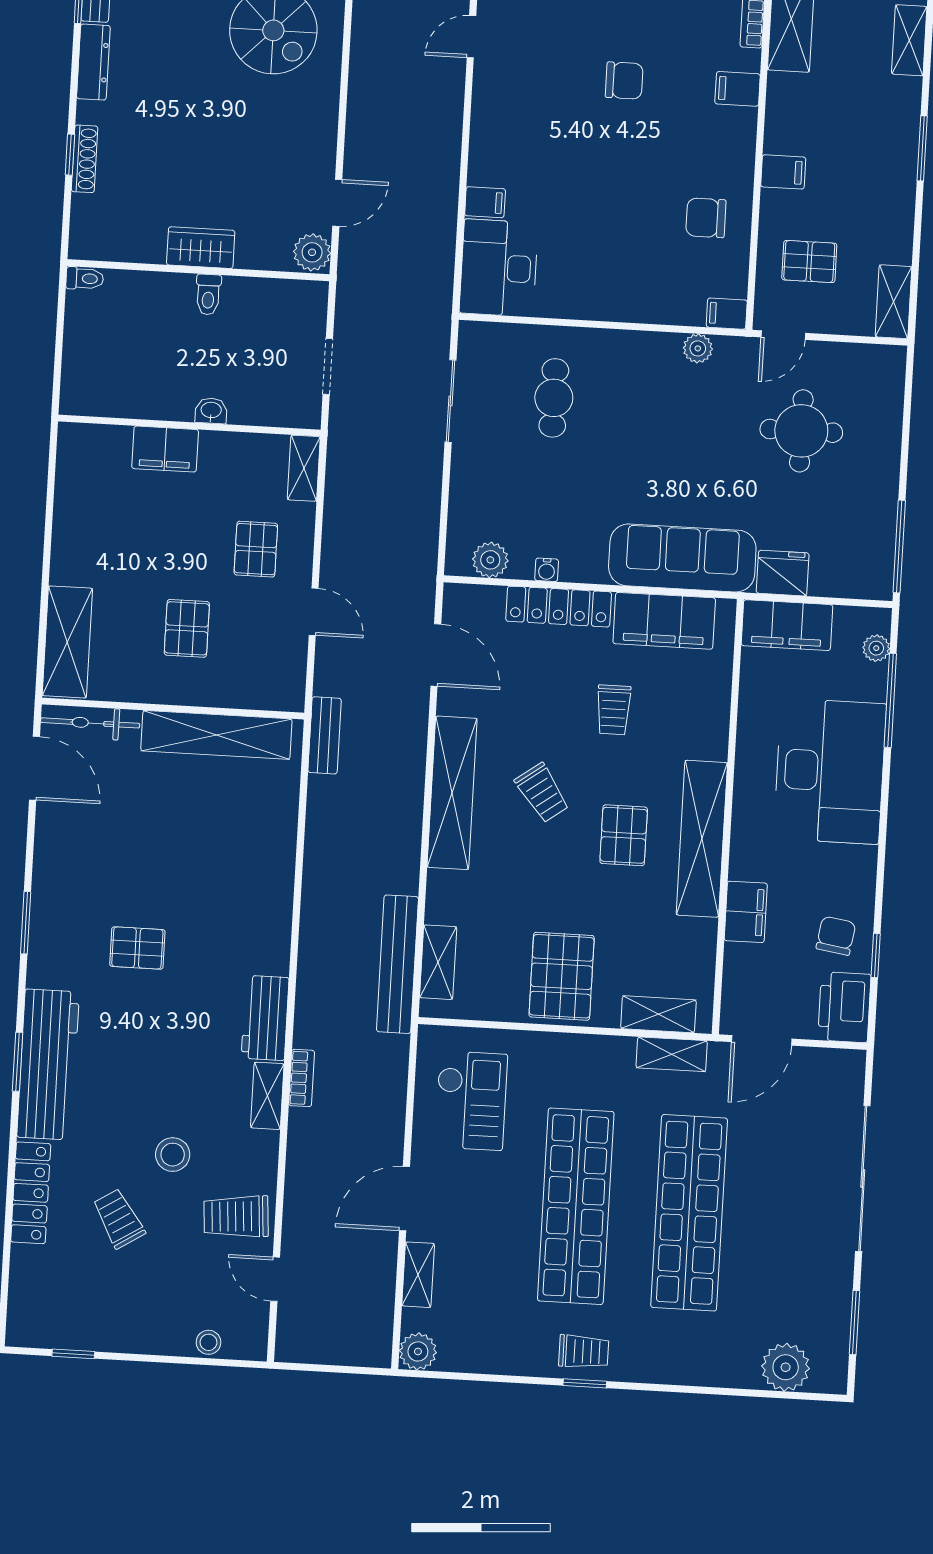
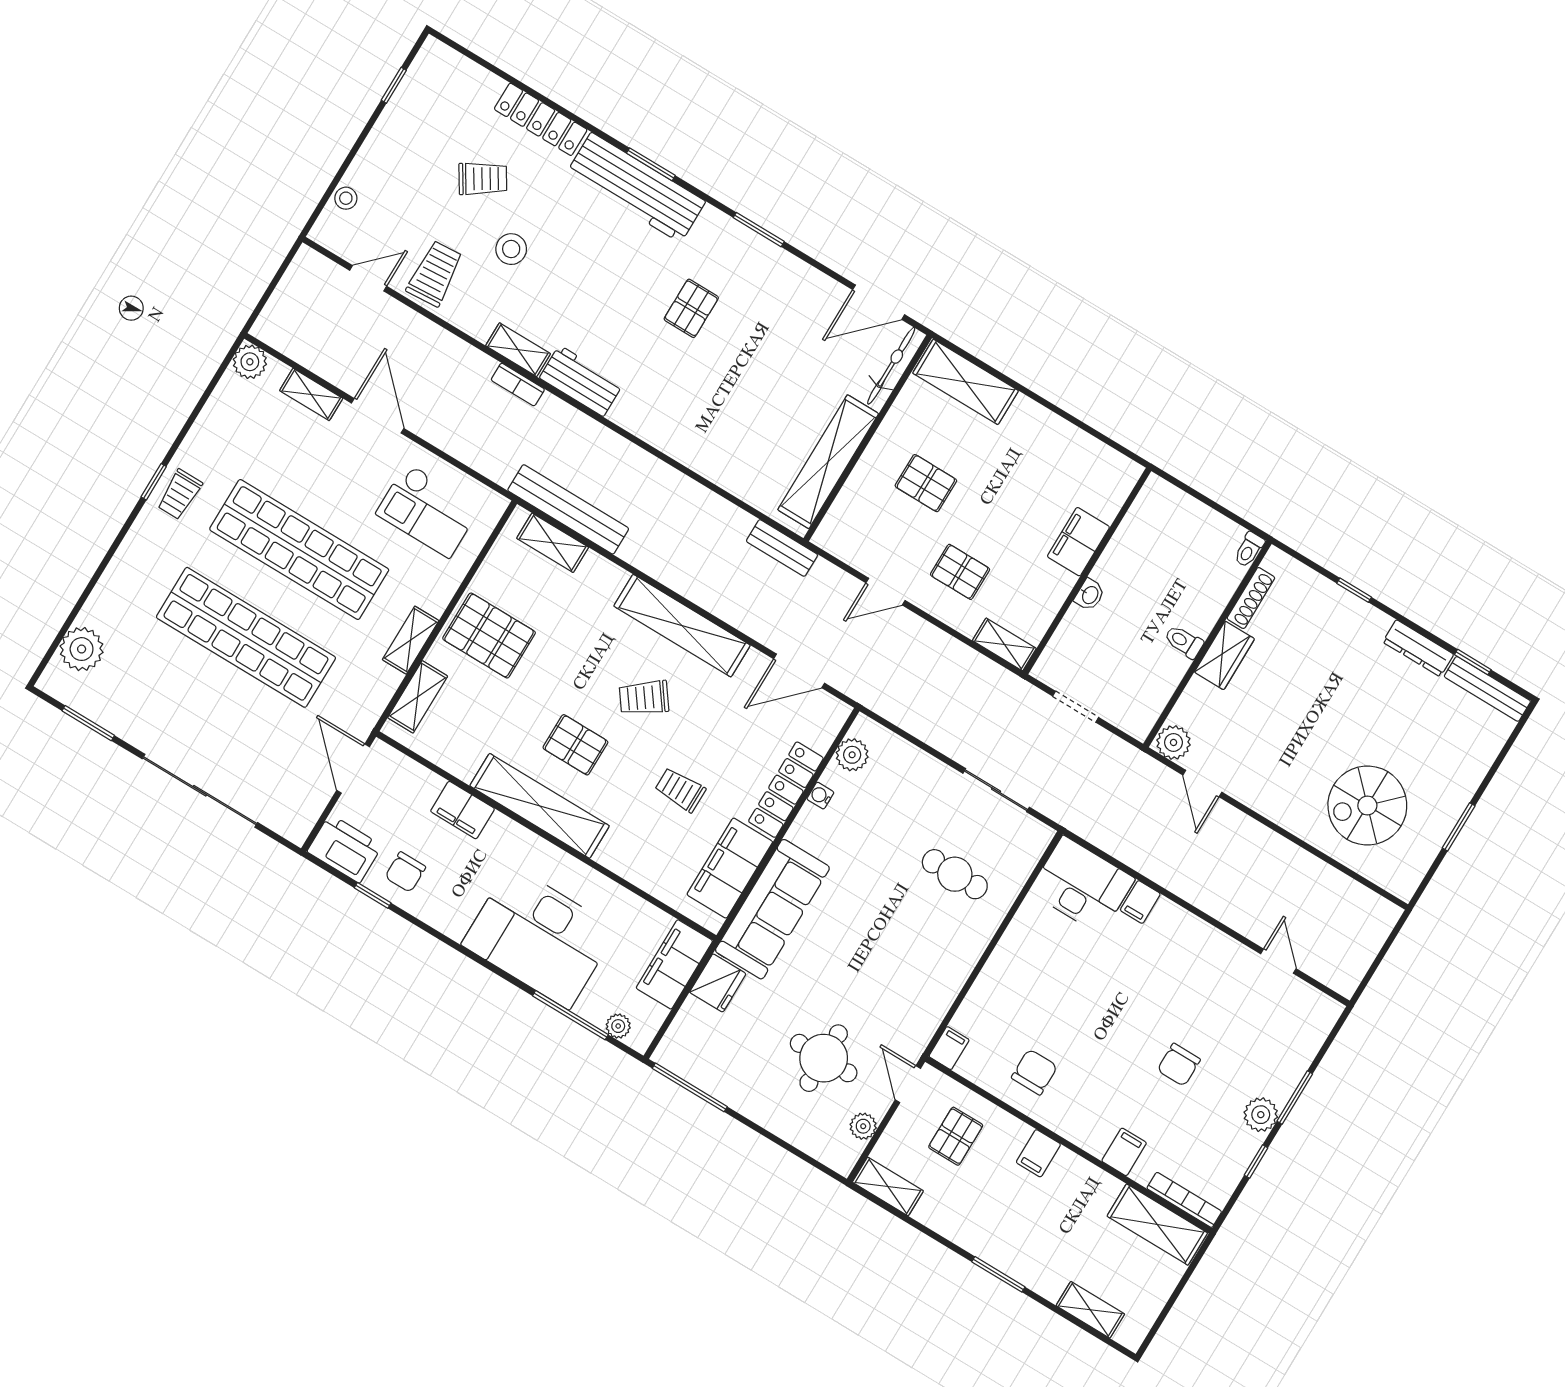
shoe rack: (85, 159) -> (1251, 598), moved, turned -90
plant: (698, 348) -> (863, 1126), moved
chair: (836, 936) -> (405, 872), turned 81
shelving: (672, 1054) -> (411, 640), moved

